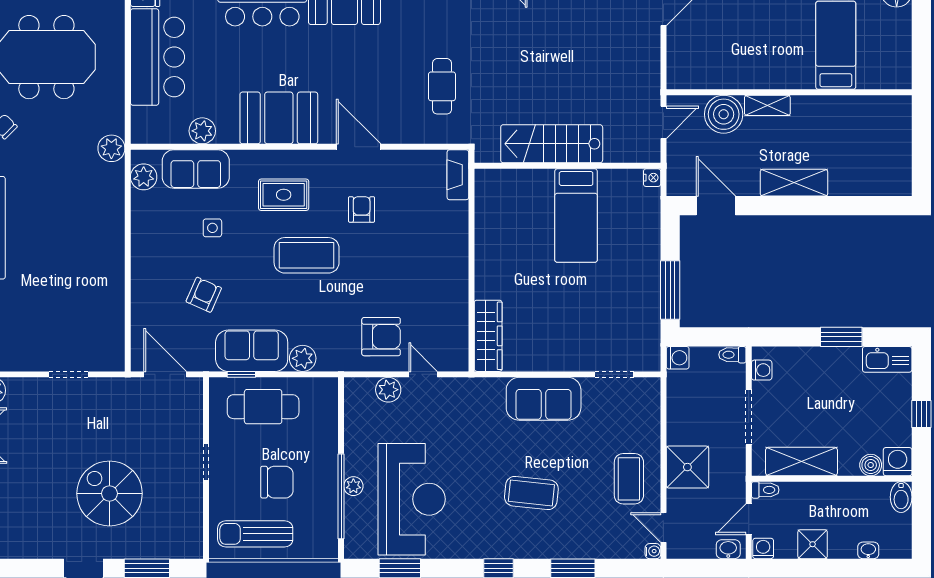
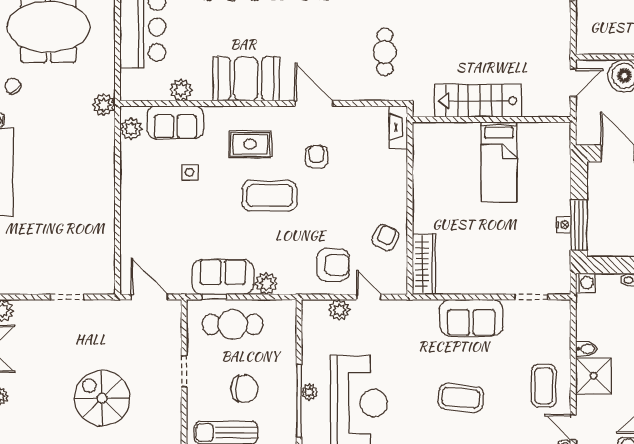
nightstand: (652, 178) -> (564, 225), moved
armchair: (204, 295) -> (386, 238), moved
bidet: (679, 435) -> (586, 349), added

